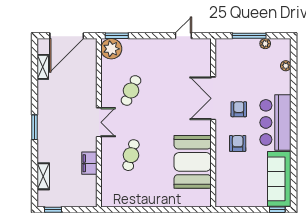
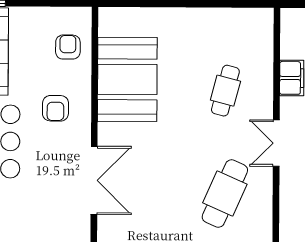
cafe table: (131, 90) -> (225, 194), width x1.37, depth x1.35
armchair: (239, 109) -> (68, 47), moved, turned 180

